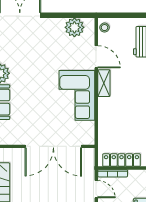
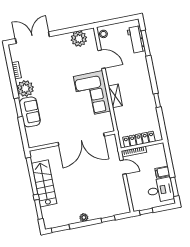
shelving: (104, 83) -> (115, 96), moved

